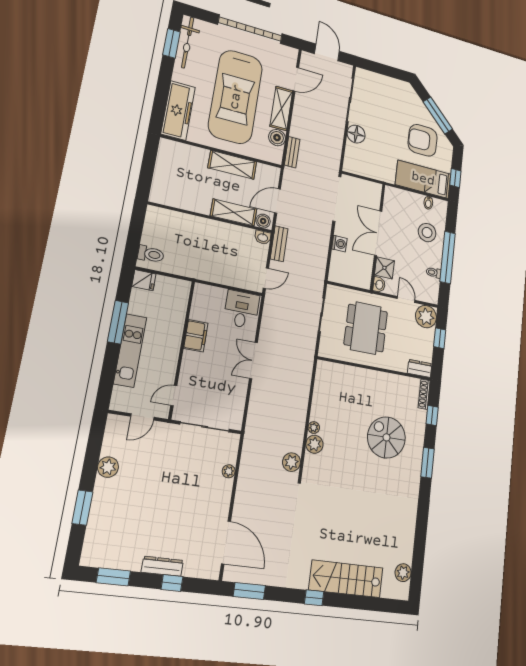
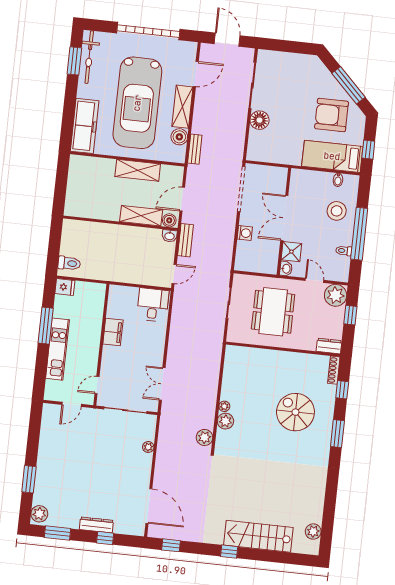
double door: (253, 361) -> (162, 384), moved
plant: (108, 467) -> (39, 514), moved
window: (249, 591) -> (171, 545), width x0.67

